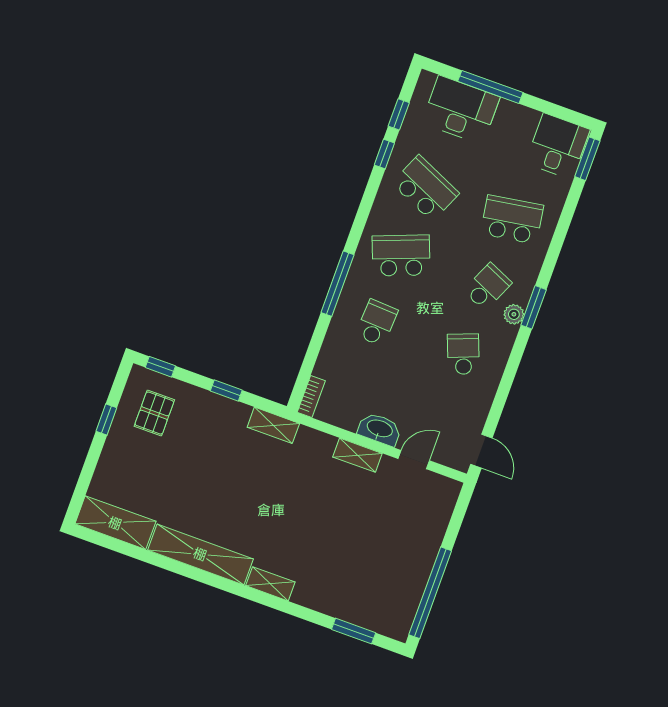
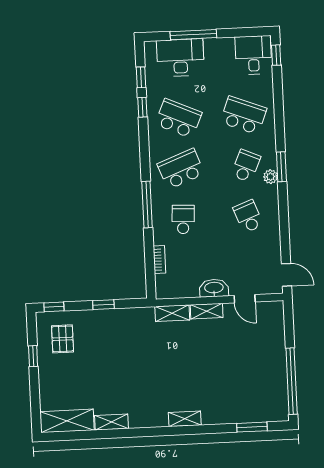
window: (587, 159) -> (276, 55), width x0.67
school desk: (512, 220) -> (243, 115), turned 30
bookcase: (311, 397) -> (159, 259), moved
shelving: (273, 425) -> (172, 313), moved
door: (414, 460) -> (245, 299), swing flipped
shelving: (200, 554) -> (112, 422), width x0.45, depth x0.75

